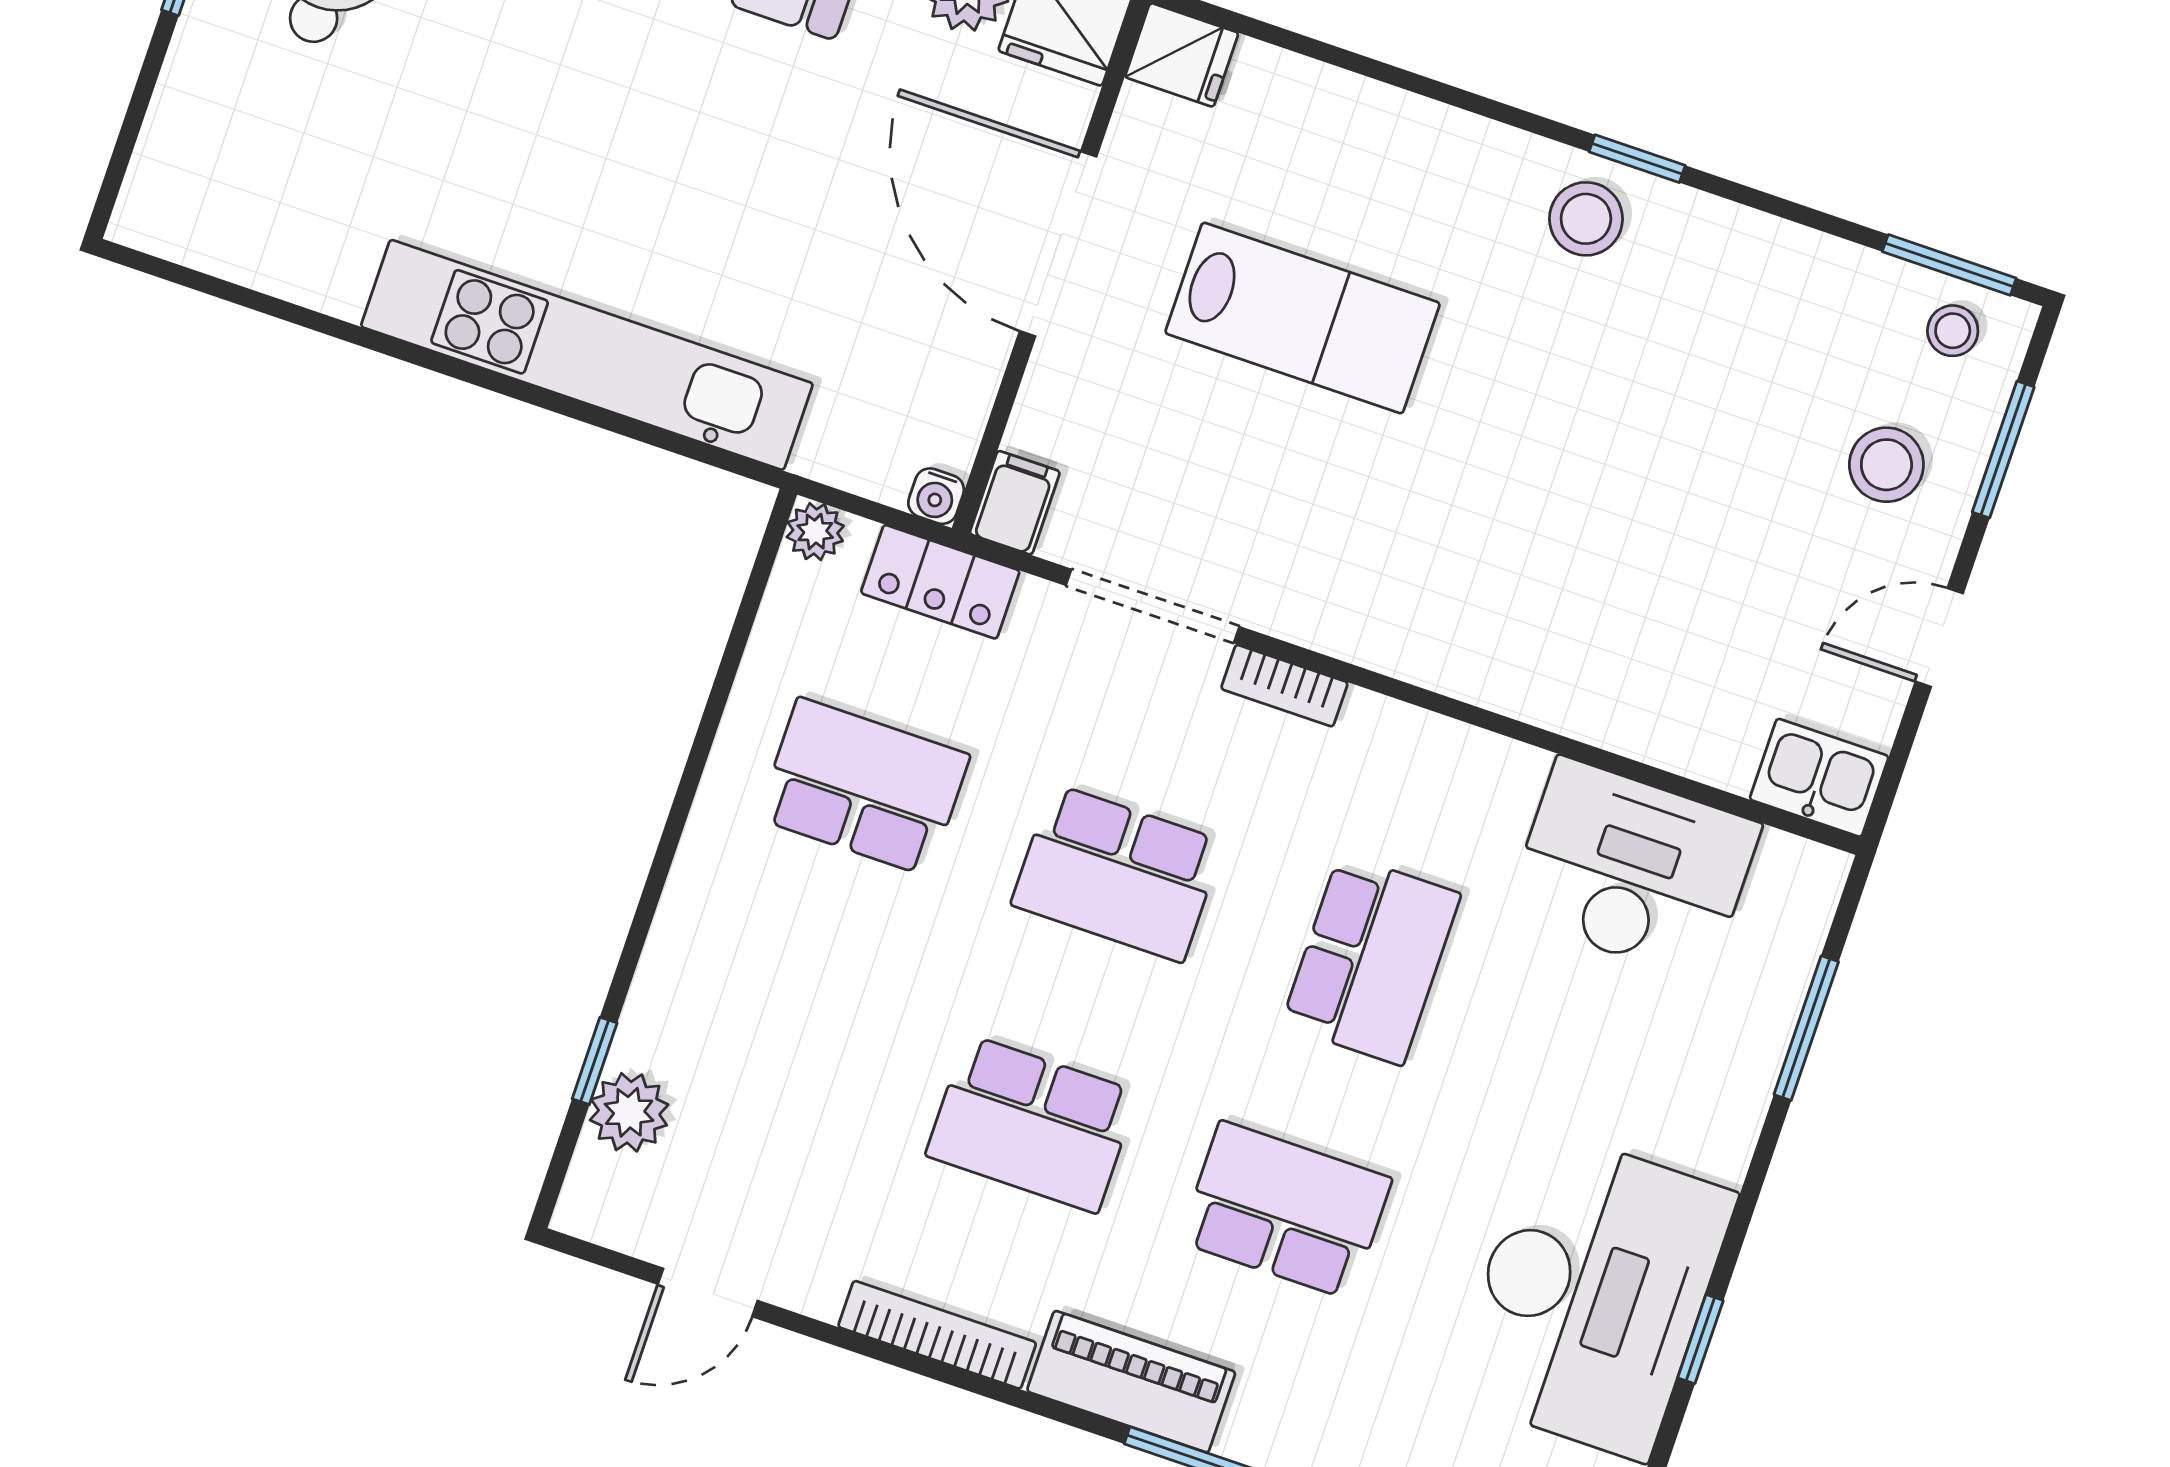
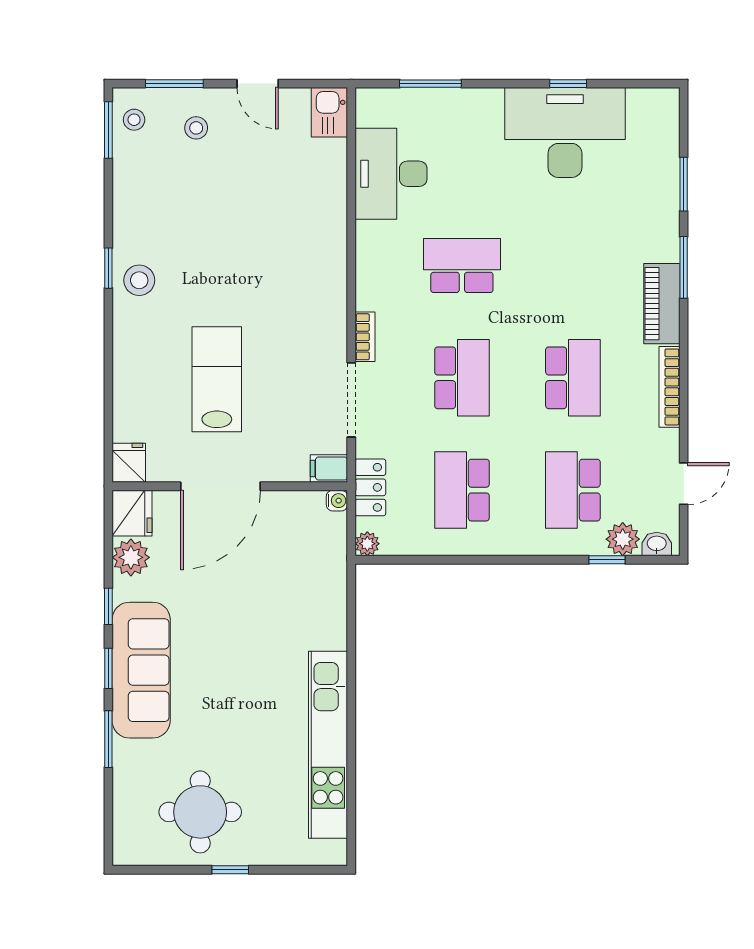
kitchen unit: (587, 355) -> (328, 745), moved
stool: (1886, 465) -> (196, 128), width x0.73, depth x0.73
washbasin: (592, 1185) -> (657, 544), added
school desk: (1286, 1210) -> (573, 490), moved
door: (708, 1292) -> (684, 484), hinge flipped

